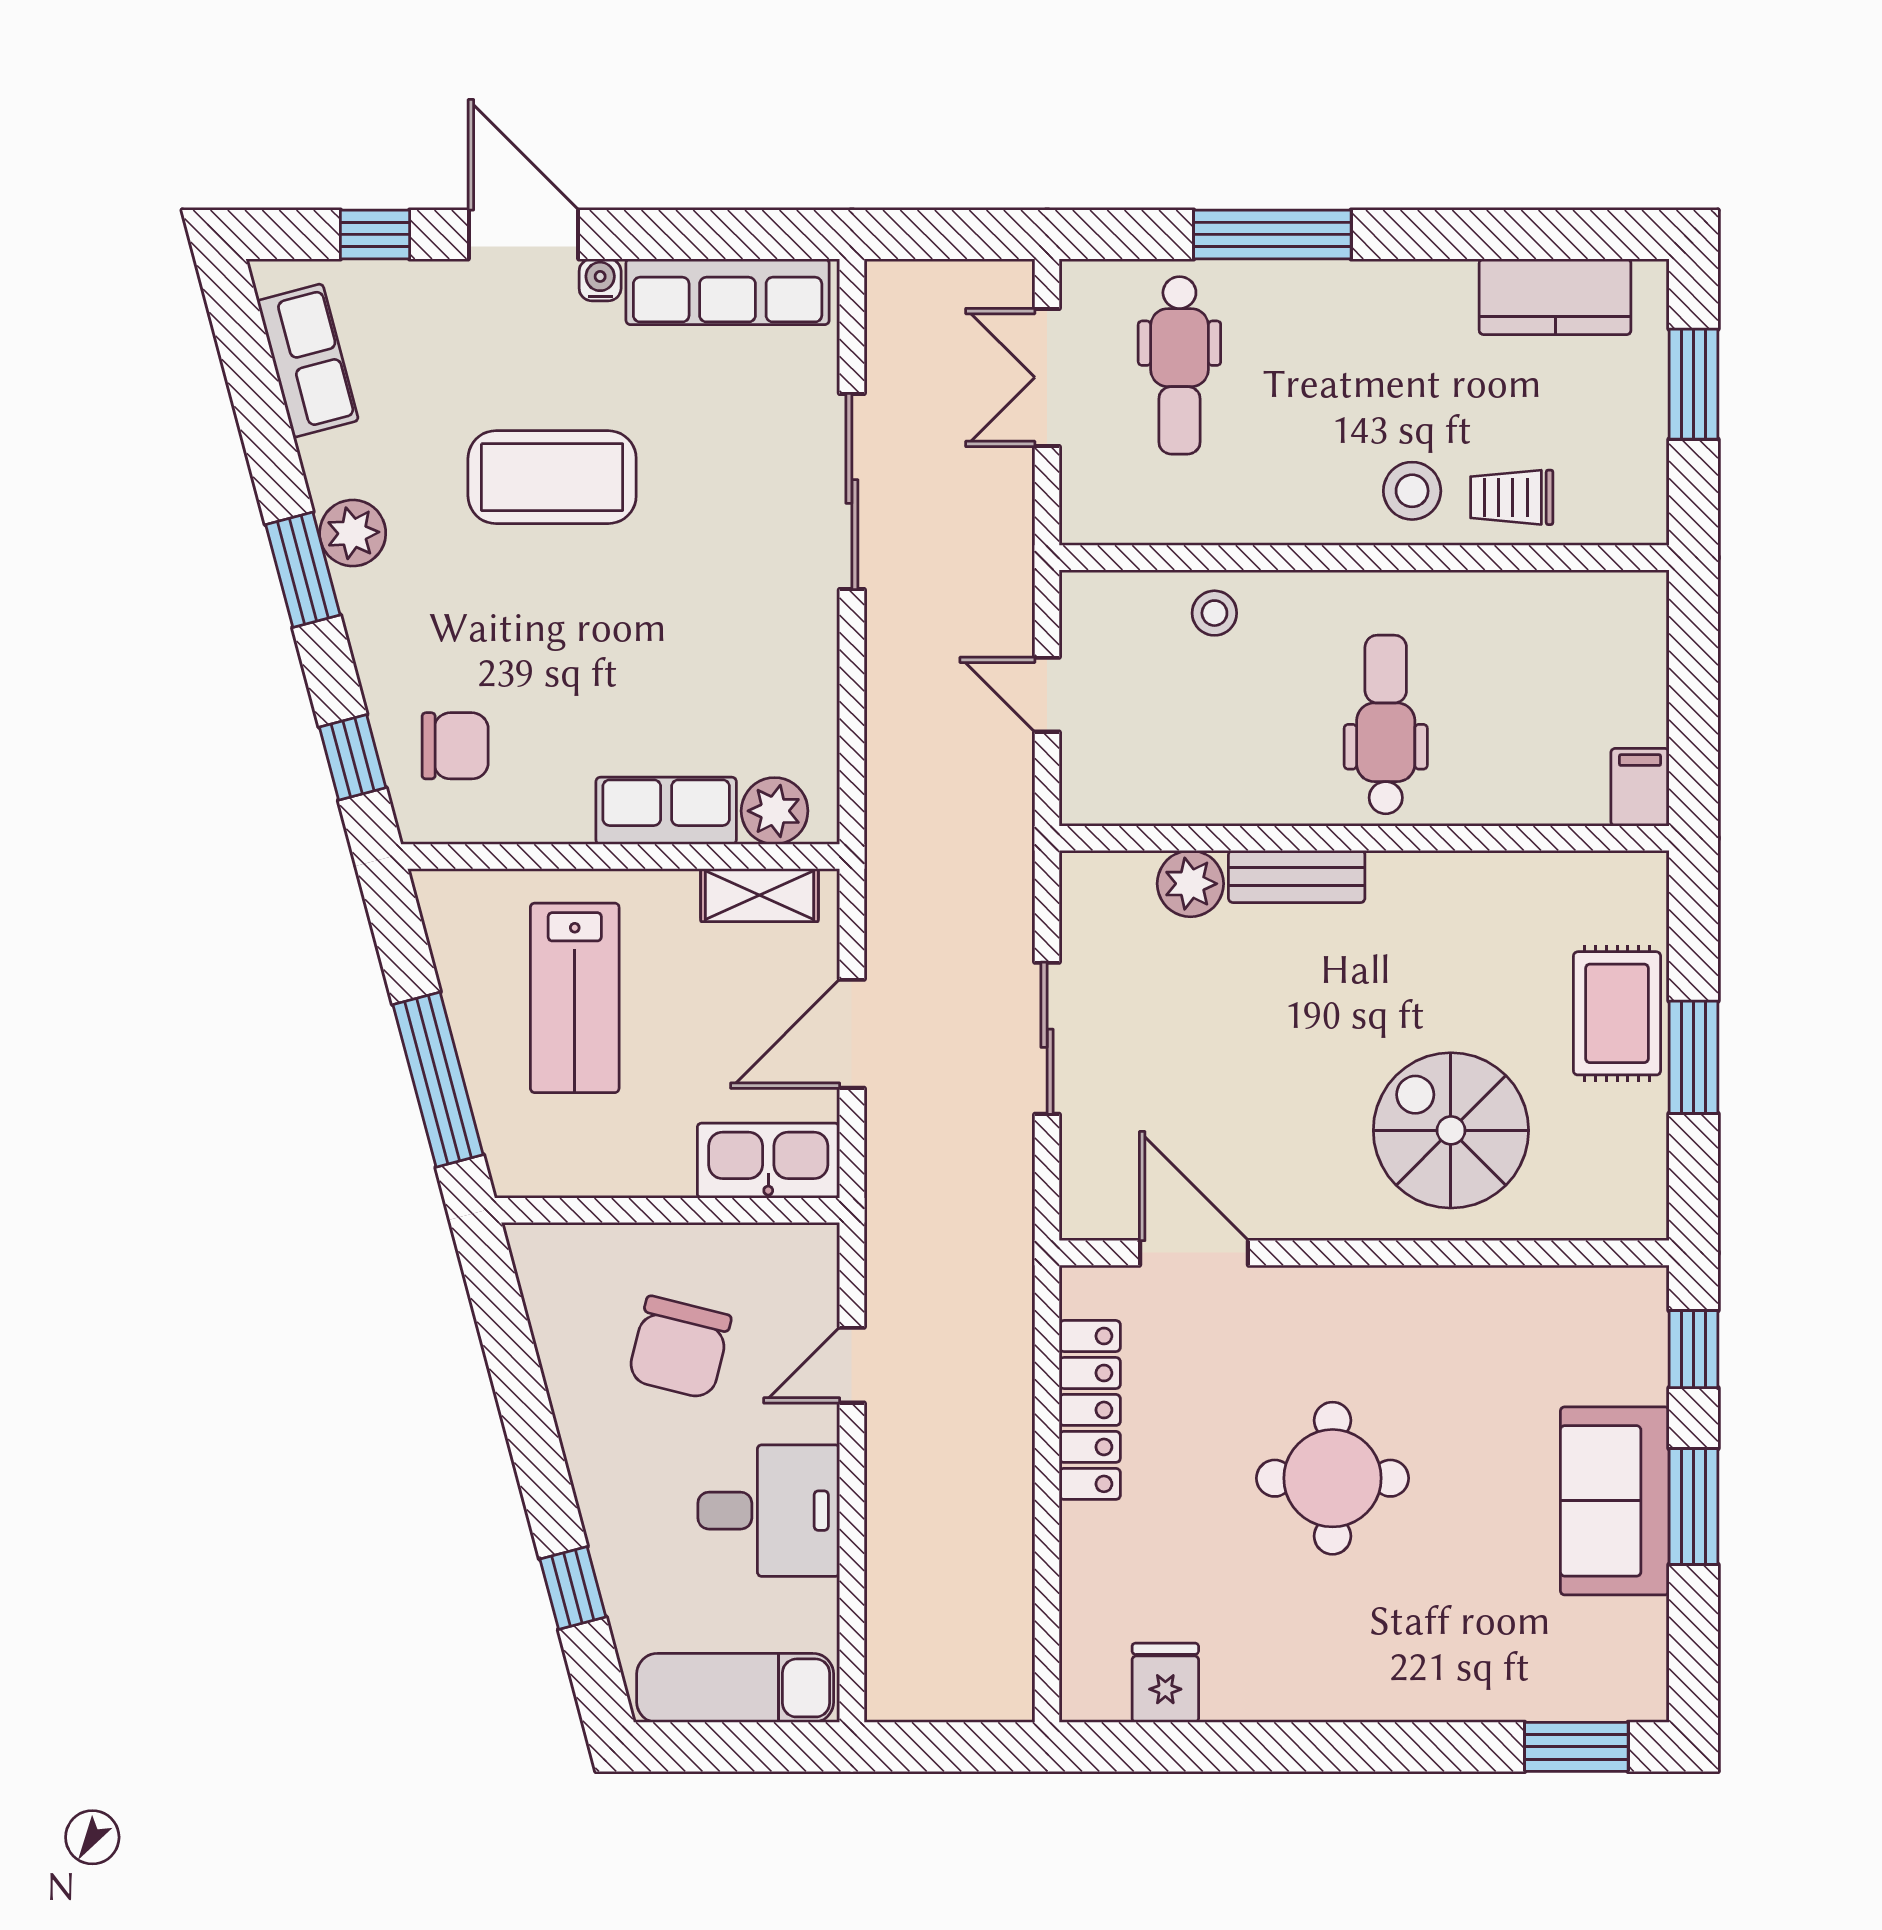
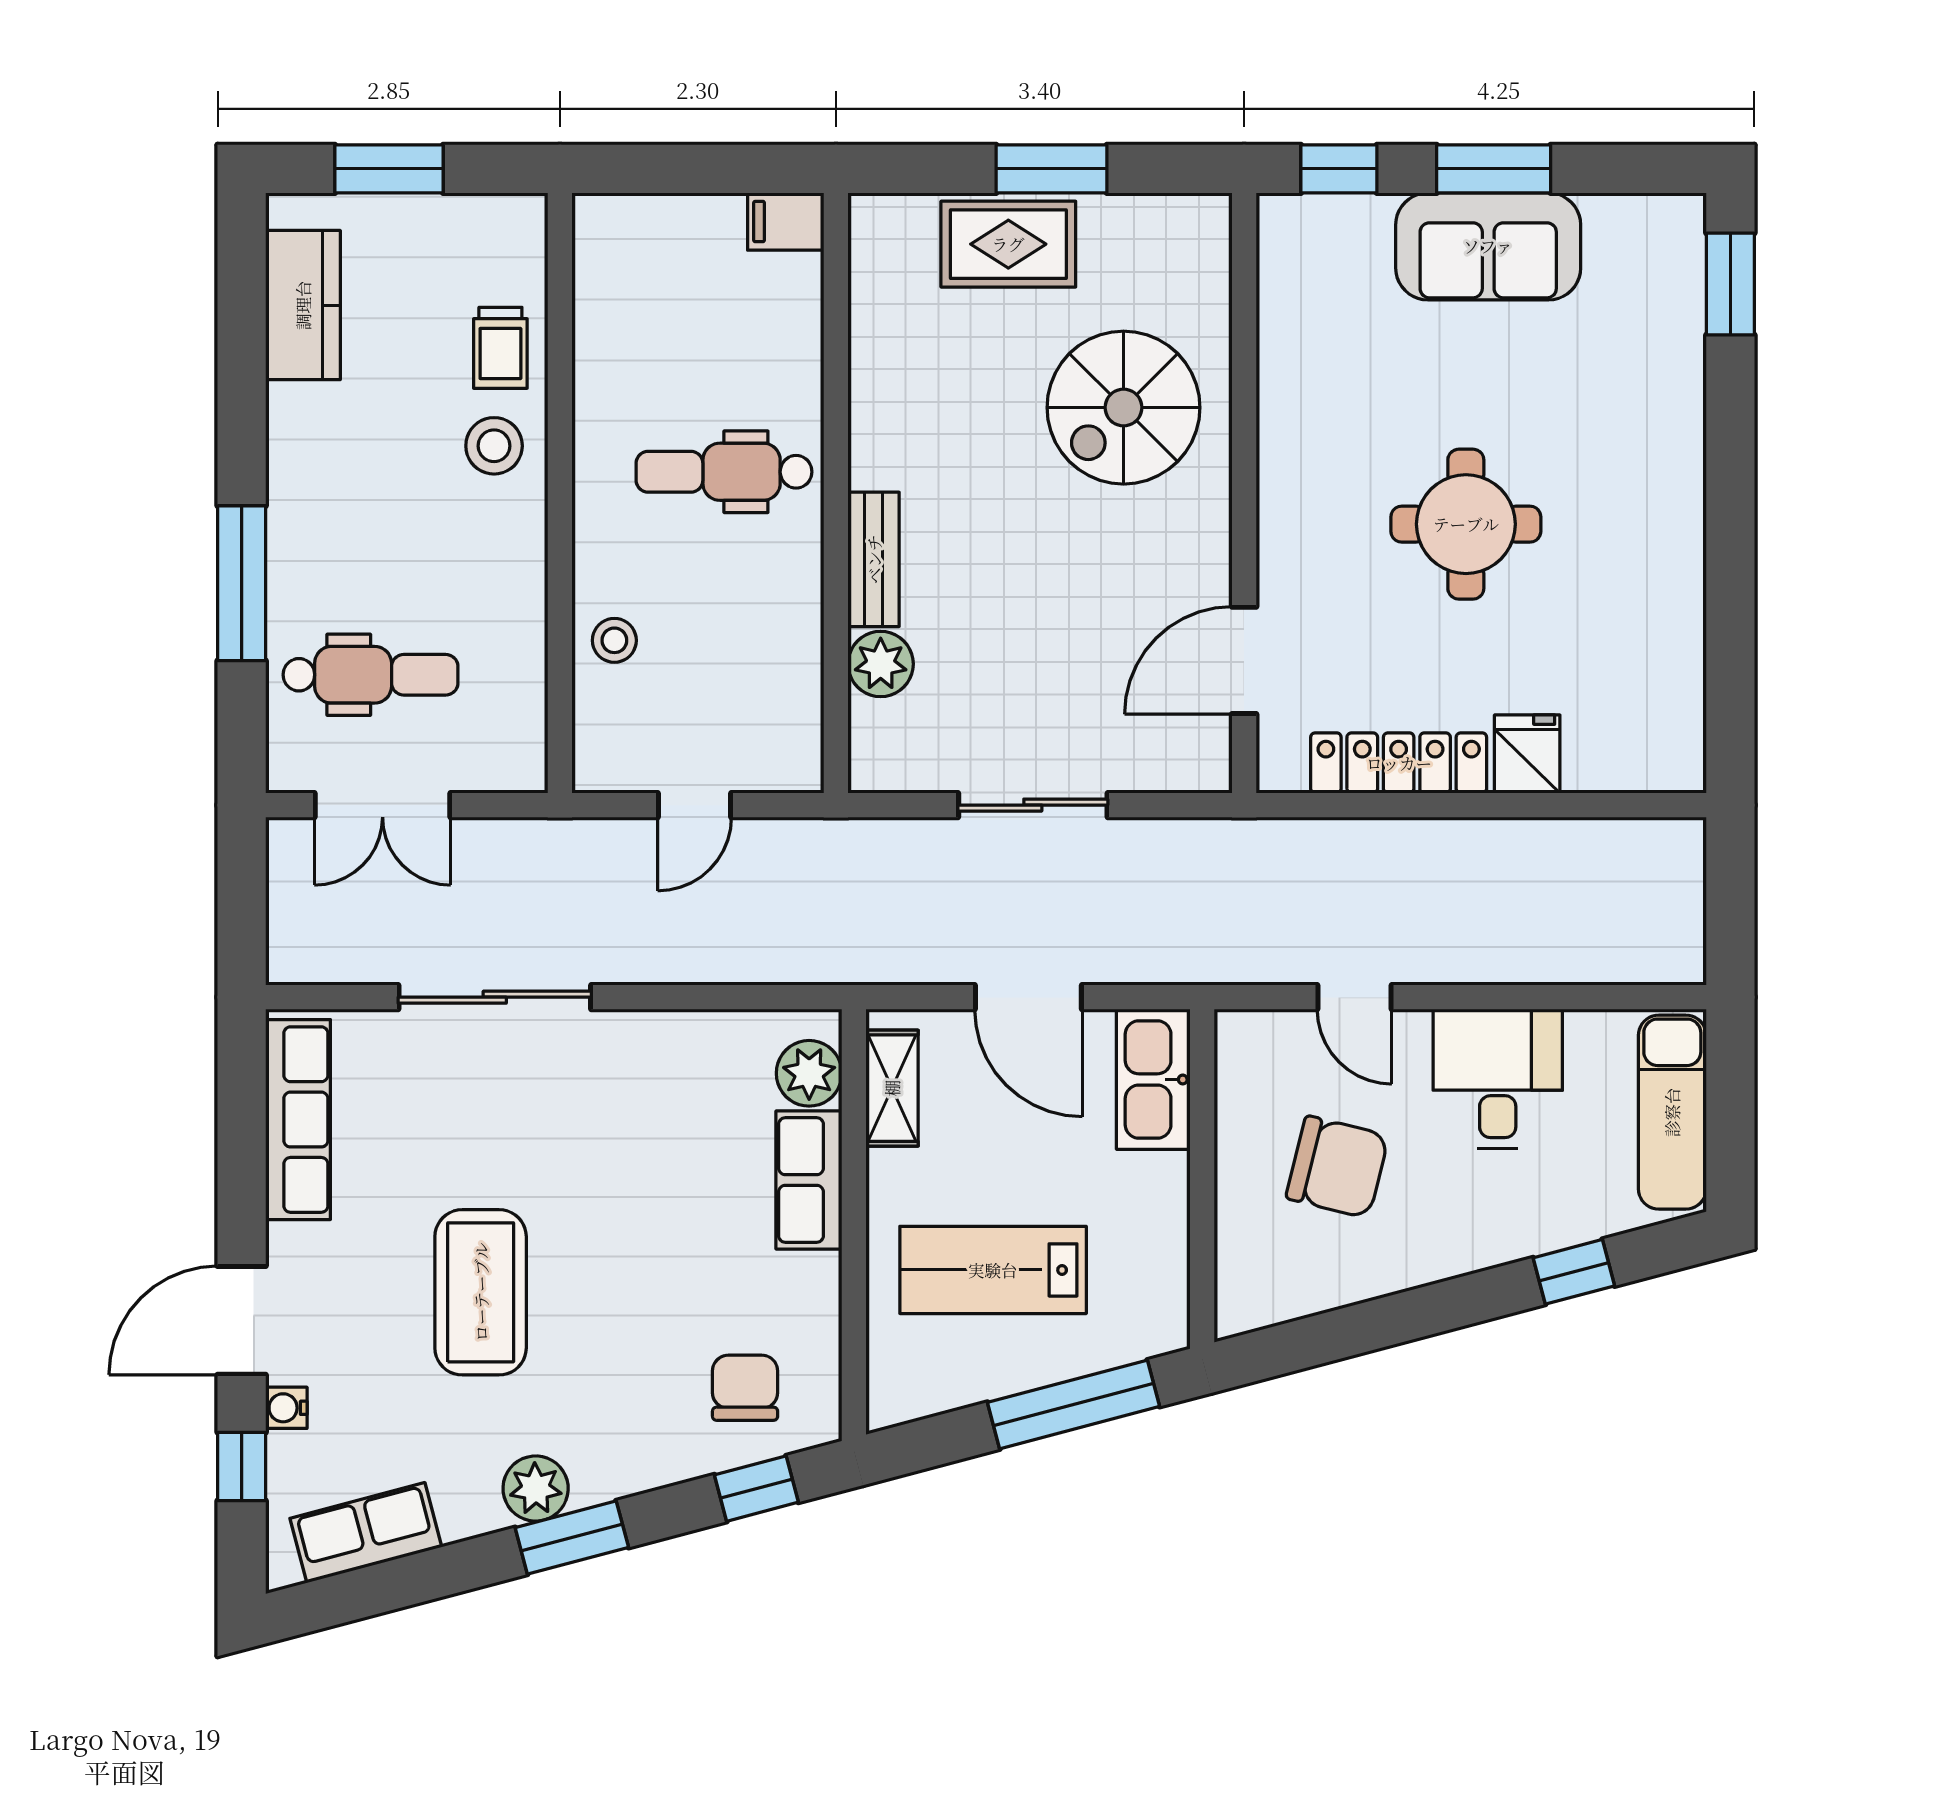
water cooler: (600, 280) -> (286, 1408), moved
lab bench: (575, 998) -> (993, 1270), turned 180
fridge: (1165, 1683) -> (1527, 754), moved, turned 90

